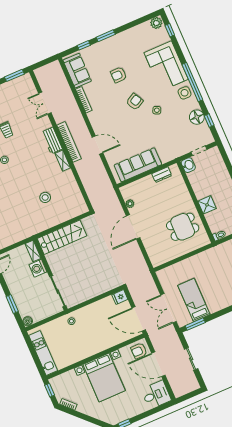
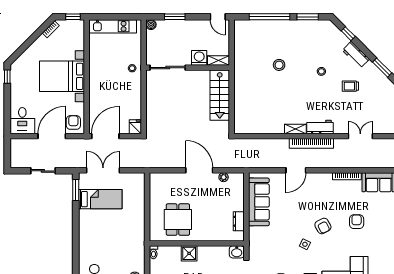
stool: (45, 197) -> (279, 65), moved

